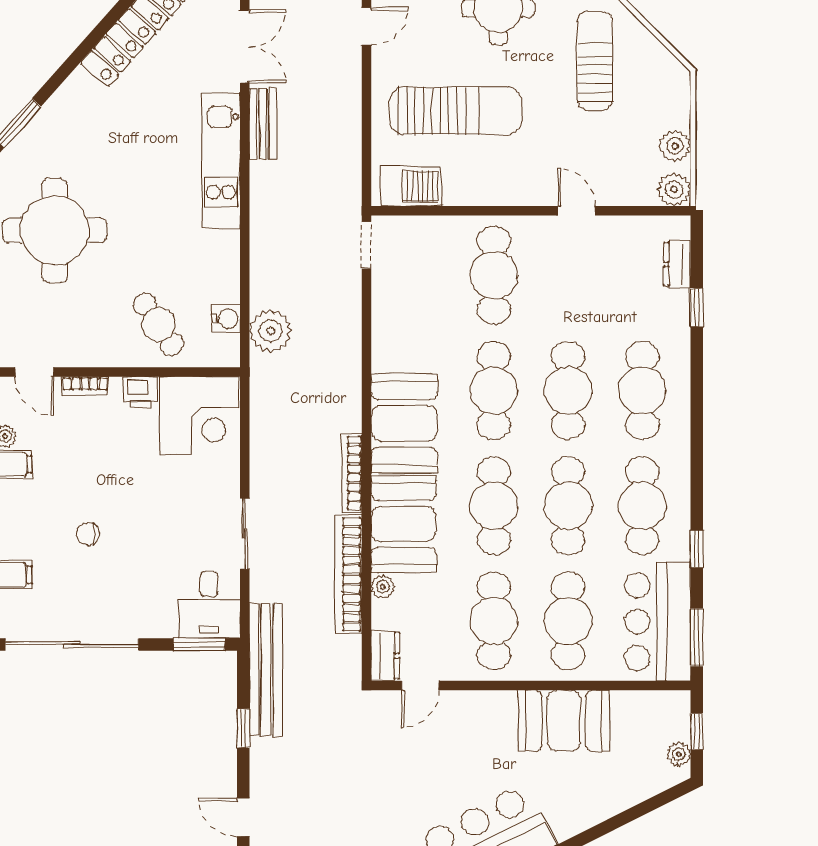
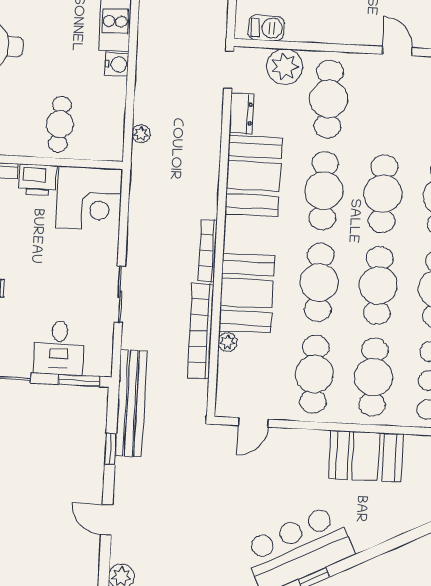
barbecue: (411, 186) -> (266, 28), width x0.73, depth x0.79
plant: (436, 238) -> (285, 67), added
water cooler: (226, 319) -> (117, 64), moved
cafe table: (158, 324) -> (60, 124), turned 37
plant: (271, 331) -> (141, 134), width x0.53, depth x0.53
printer: (141, 392) -> (38, 180), width x1.36, depth x1.24
booth: (404, 423) -> (253, 176), moved
desk: (209, 605) -> (59, 348), moved
dresser: (385, 656) -> (241, 114), moved

